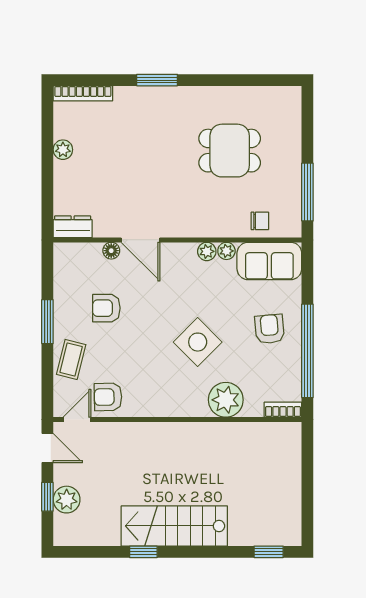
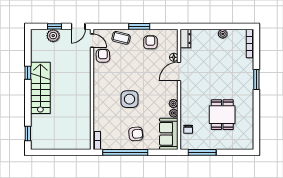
armchair: (106, 308) -> (150, 42), moved
side table: (198, 342) -> (129, 99), turned 45
plant: (226, 400) -> (102, 113), removed

